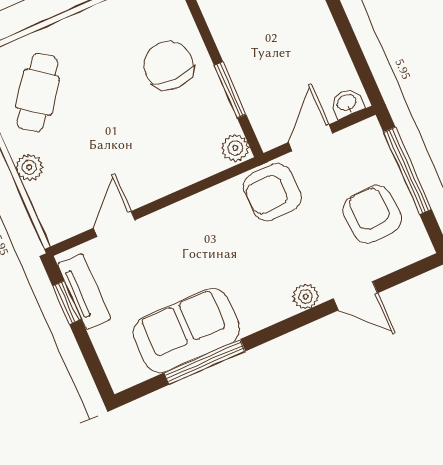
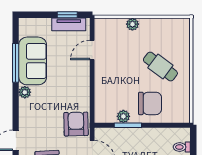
cafe table: (37, 93) -> (160, 67), moved
plant: (235, 148) -> (123, 116), moved
door: (114, 224) -> (92, 50), swing flipped
plant: (306, 296) -> (25, 92), moved

